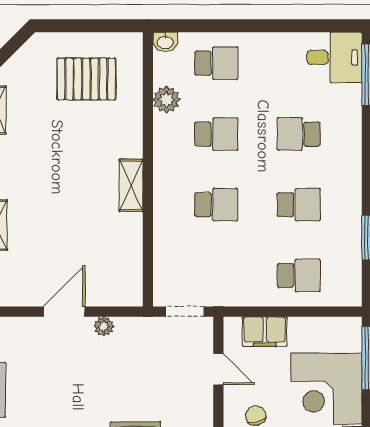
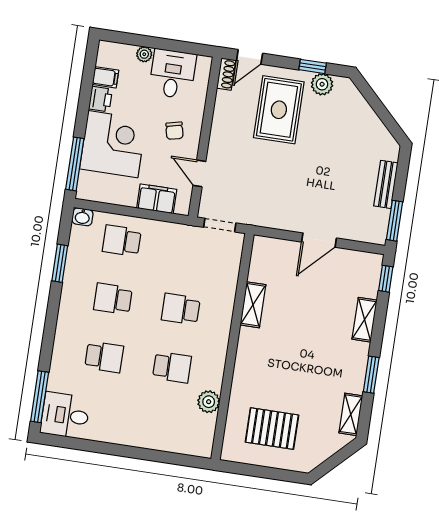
washbasin: (165, 42) -> (82, 217), moved, turned 180
school desk: (216, 63) -> (163, 425), removed
school desk: (216, 134) -> (172, 367), turned 180
shelving: (131, 185) -> (253, 305), moved
plant: (104, 326) -> (288, 223), removed

